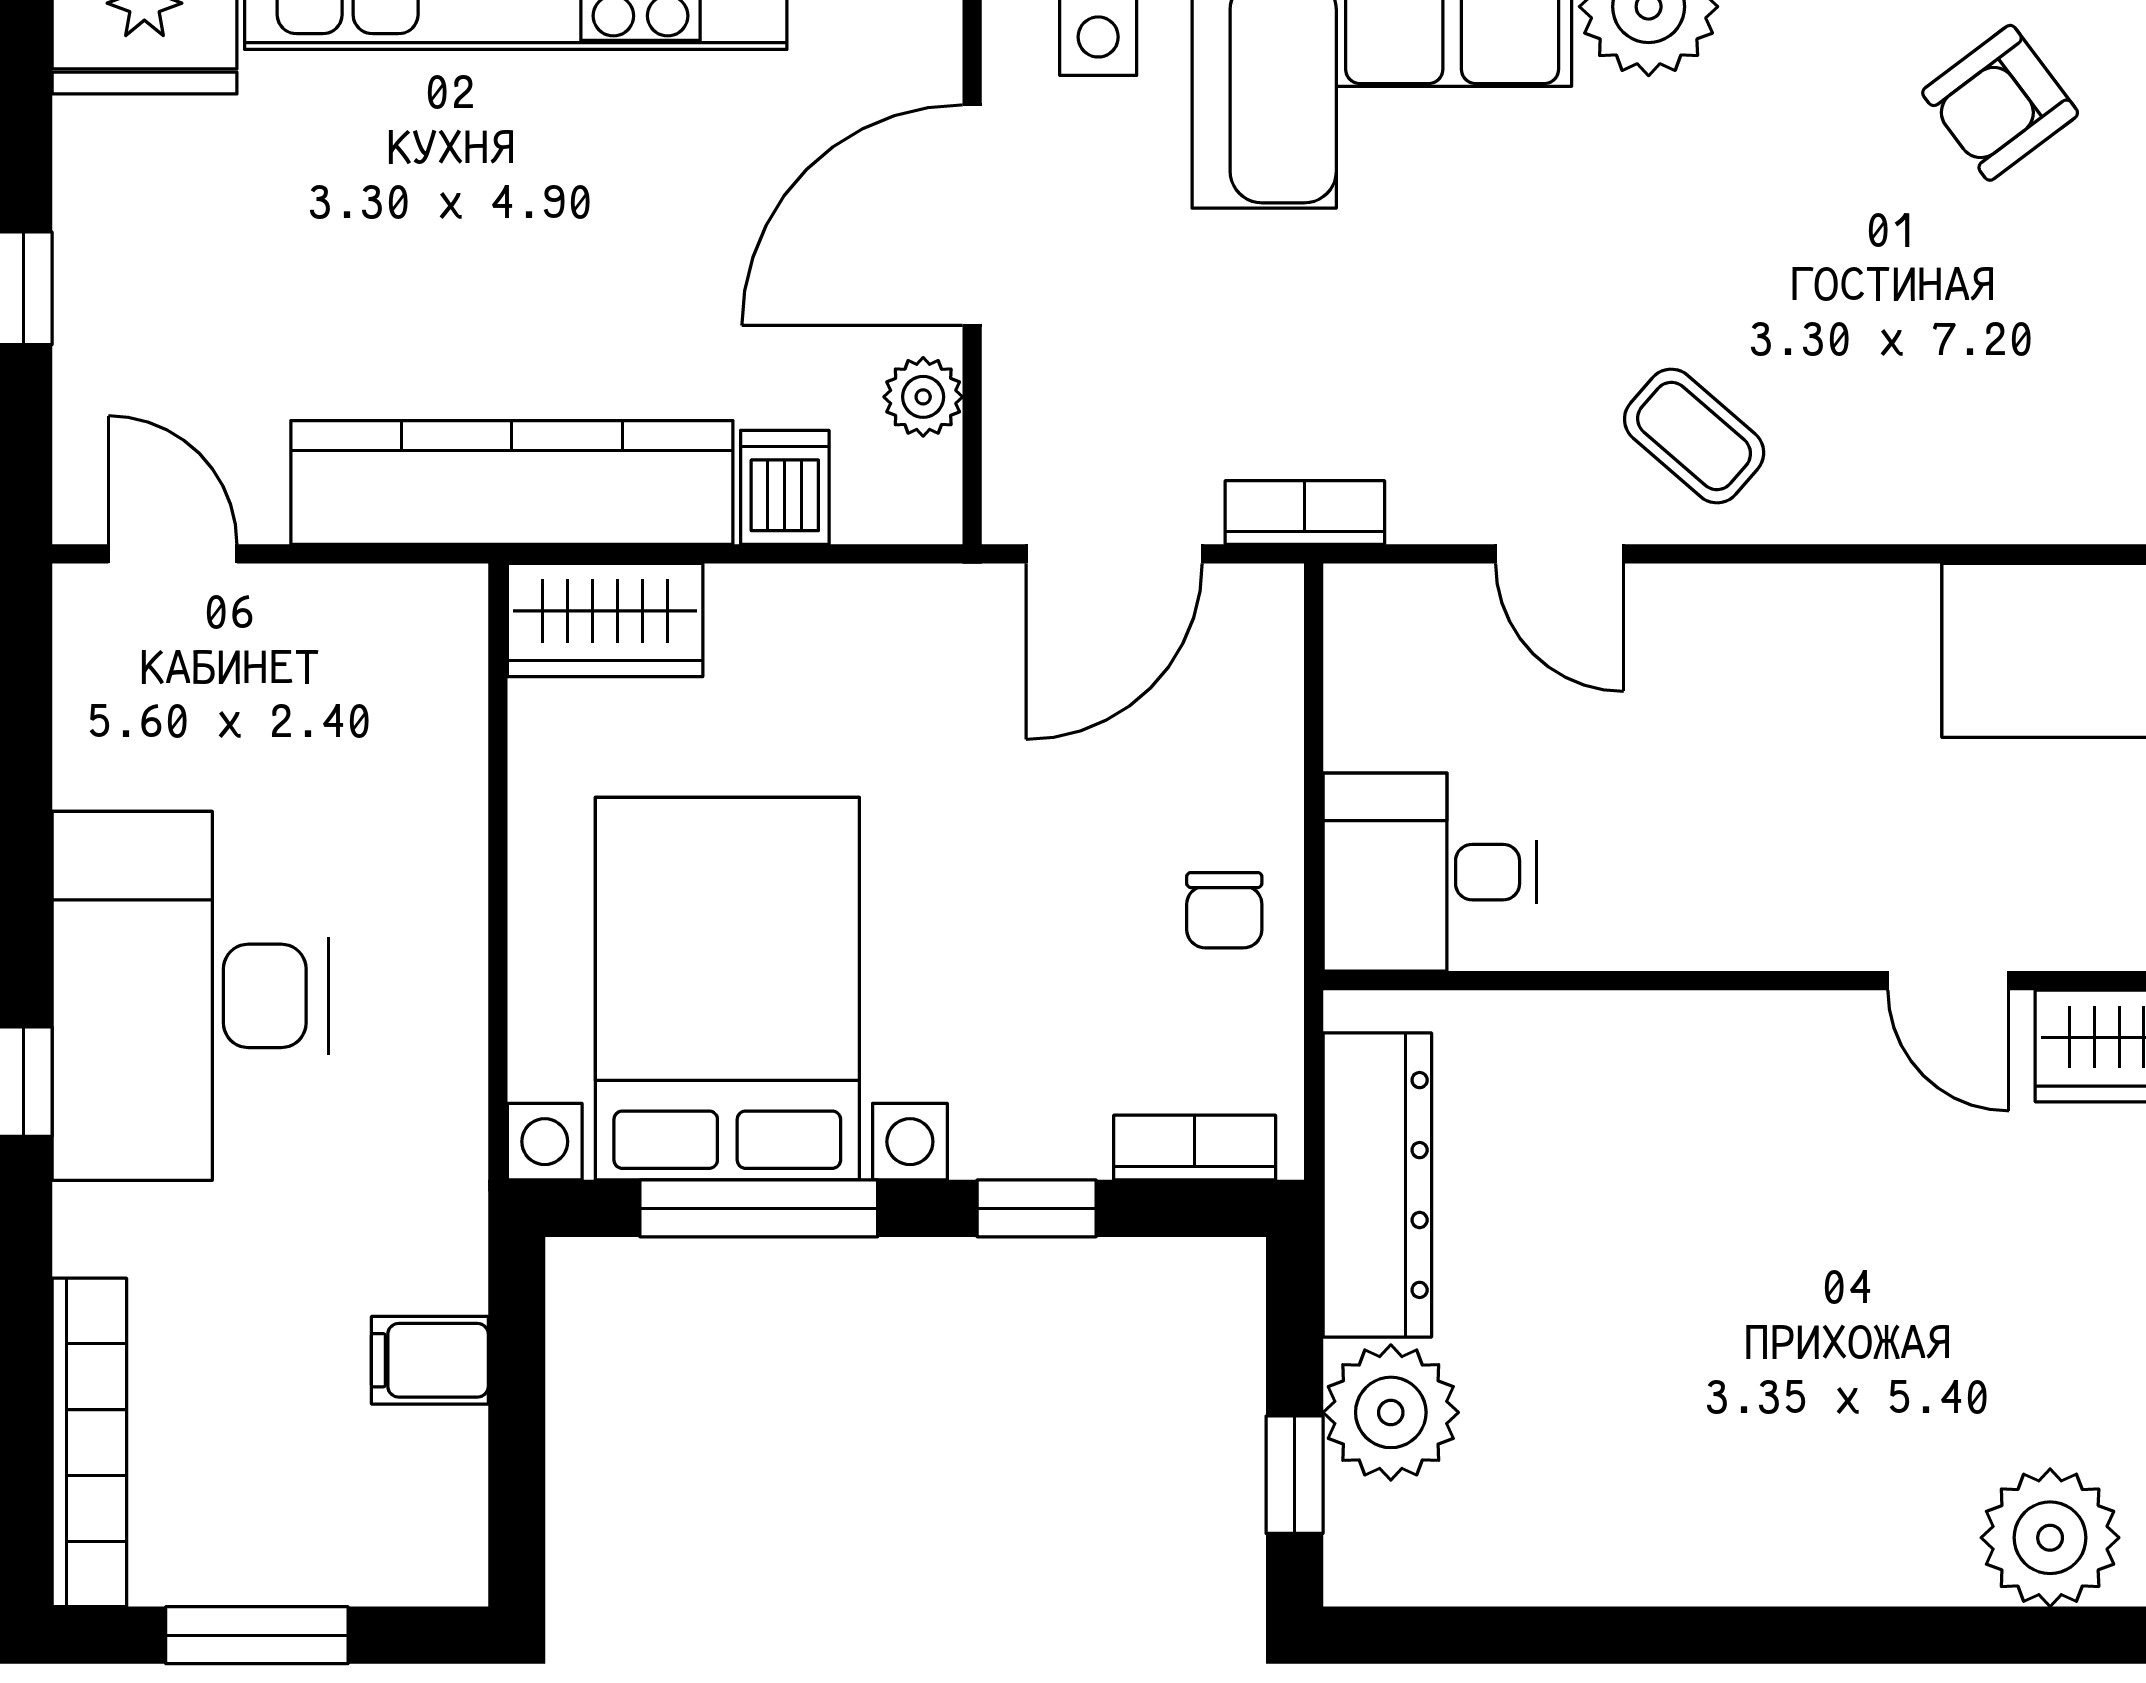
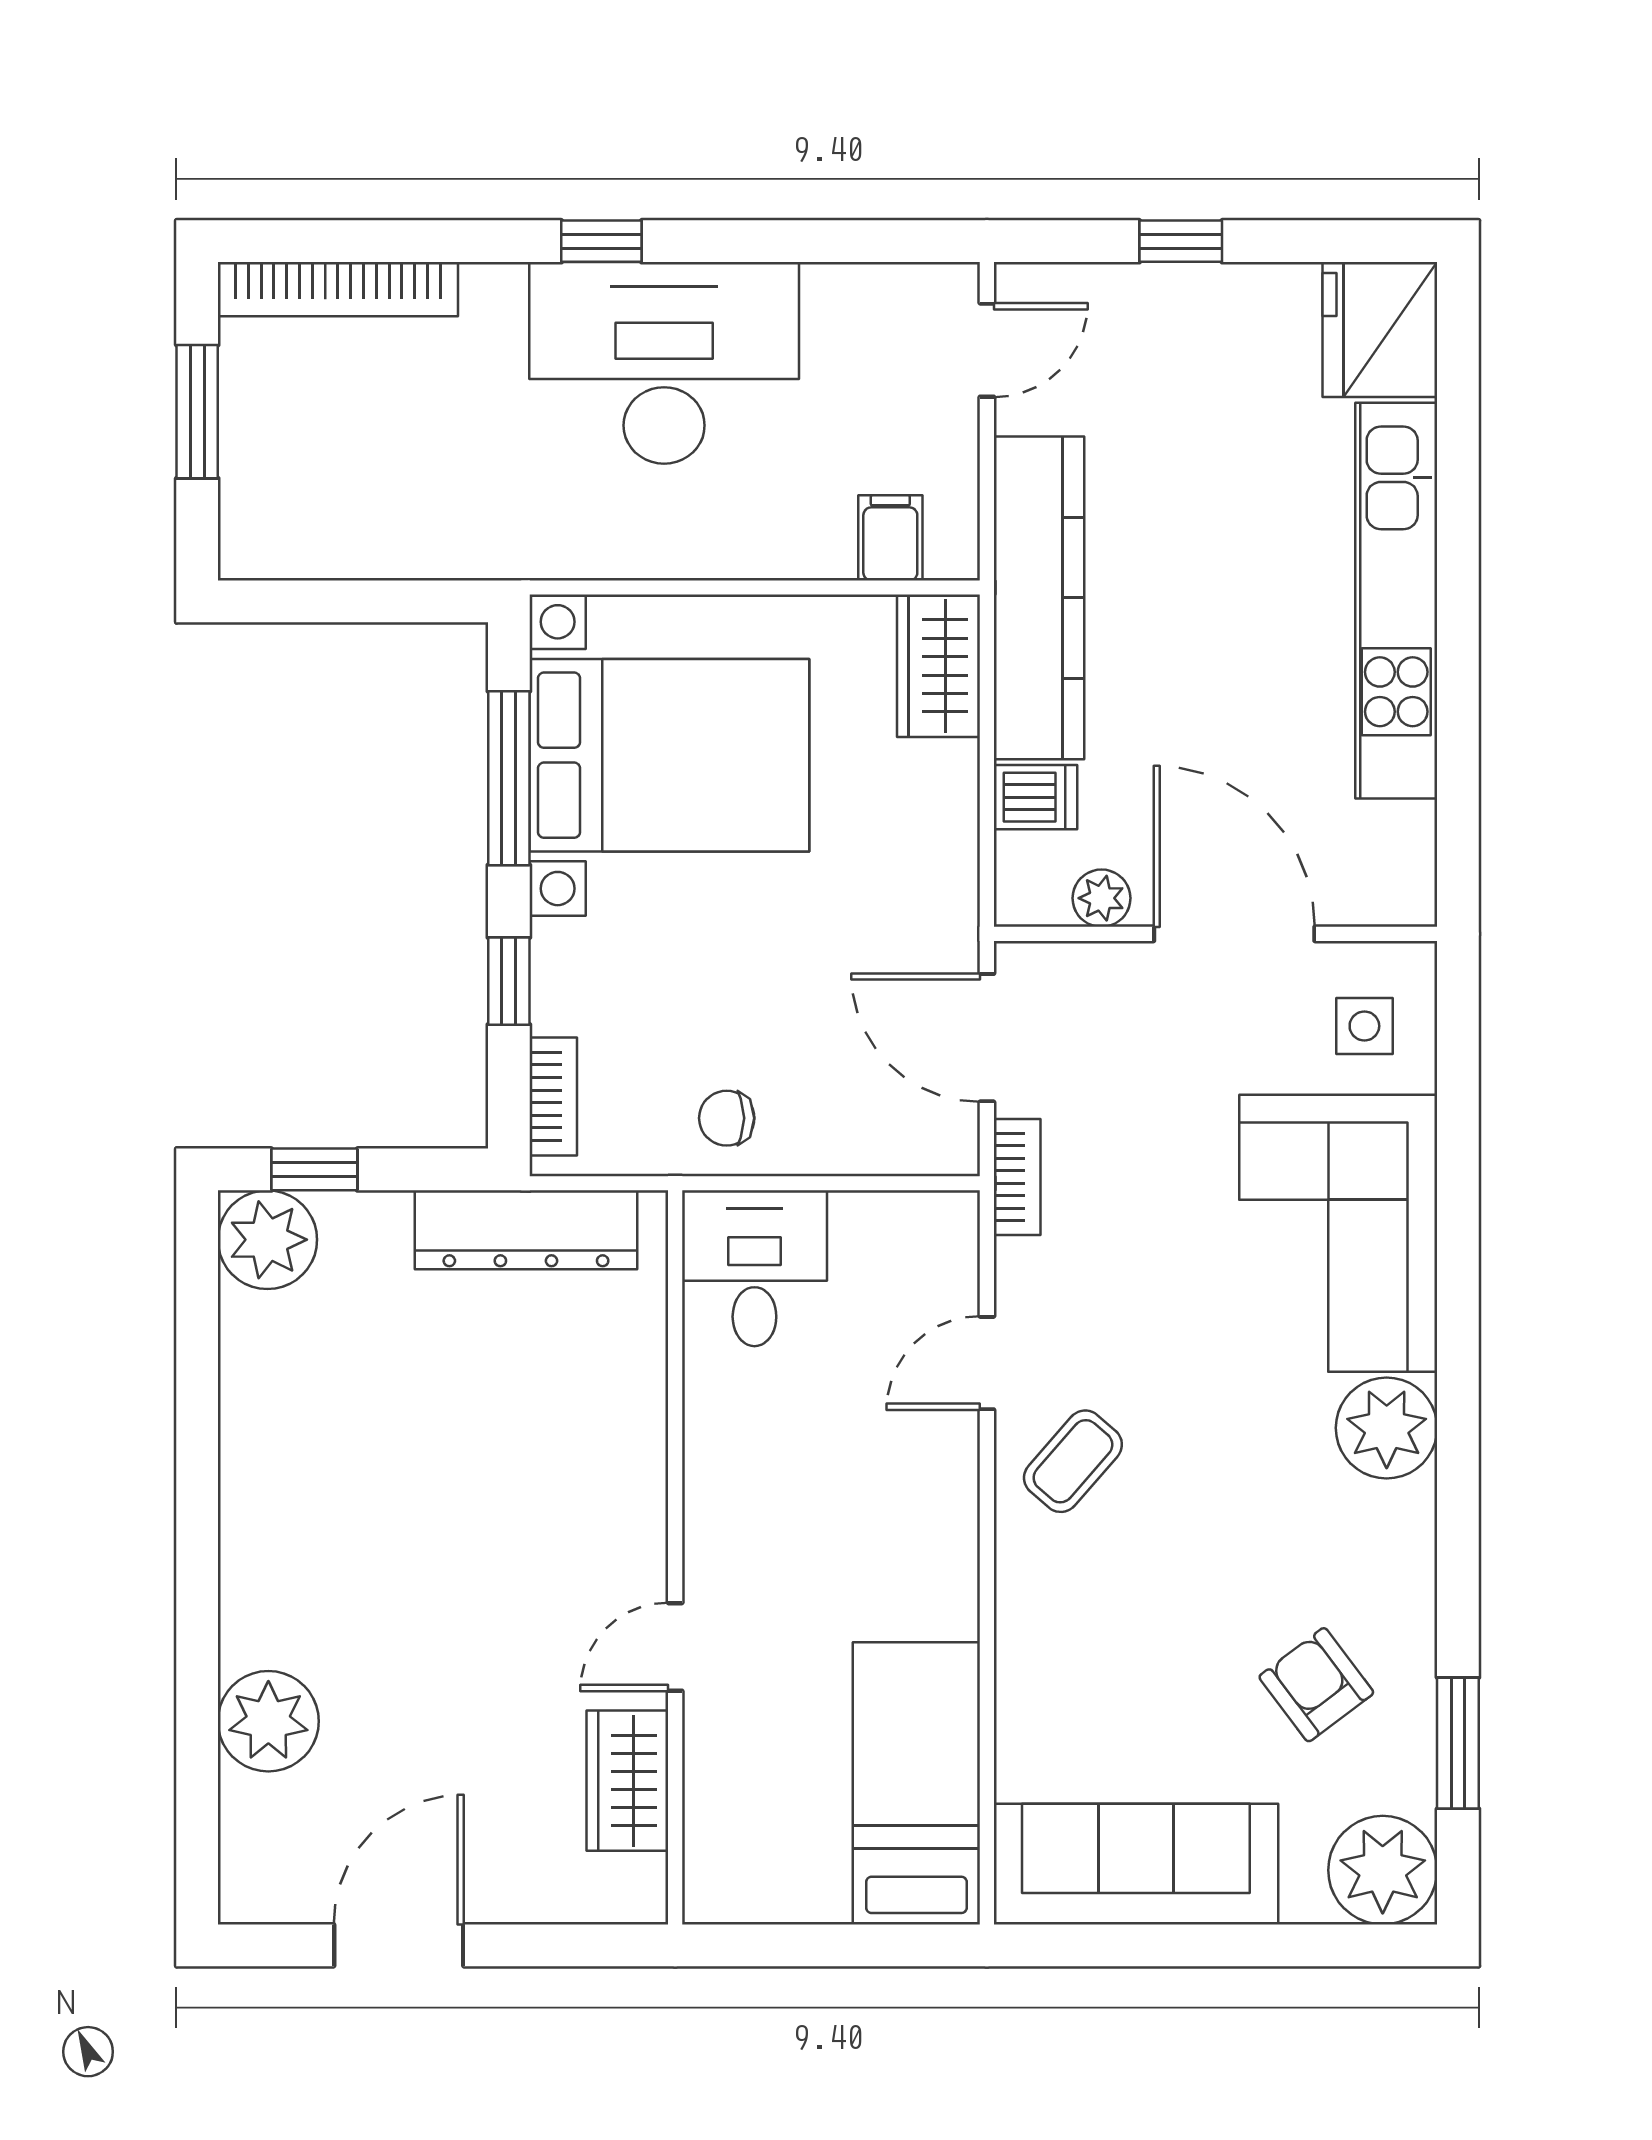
filing cabinet: (430, 1360) -> (890, 538), moved
plant: (1391, 1412) -> (267, 1240), moved

